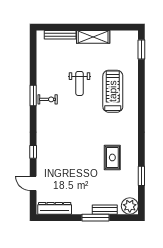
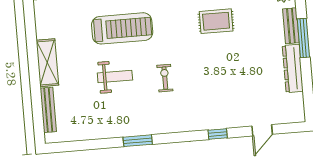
treadmill: (113, 91) -> (122, 28), turned 180
exercise bike: (48, 99) -> (165, 78), moved
dresser: (55, 208) -> (293, 68), moved

